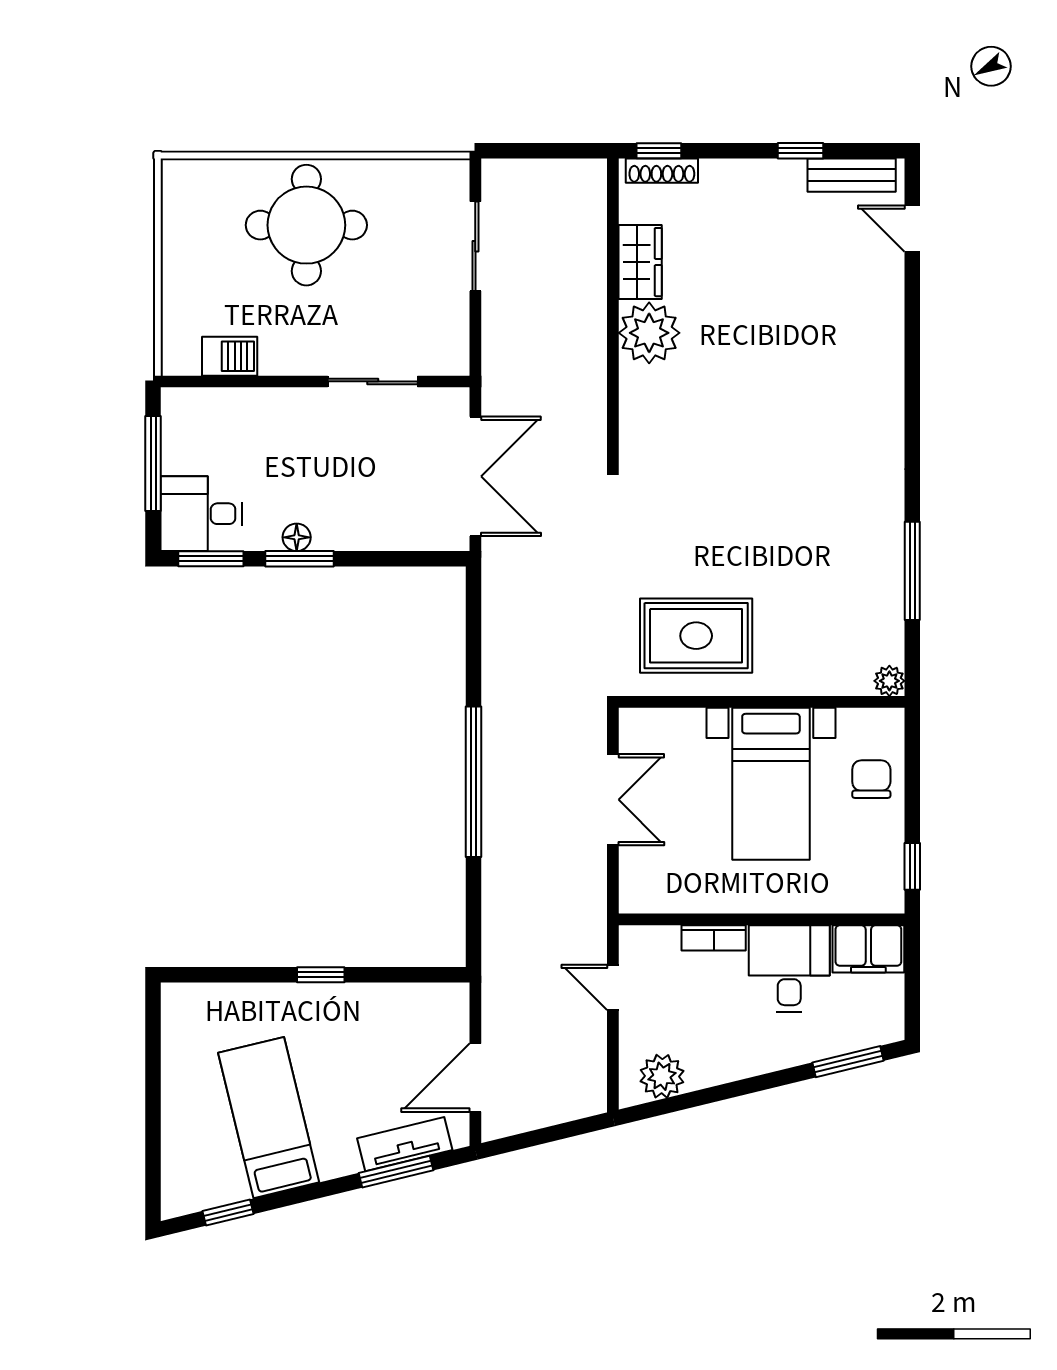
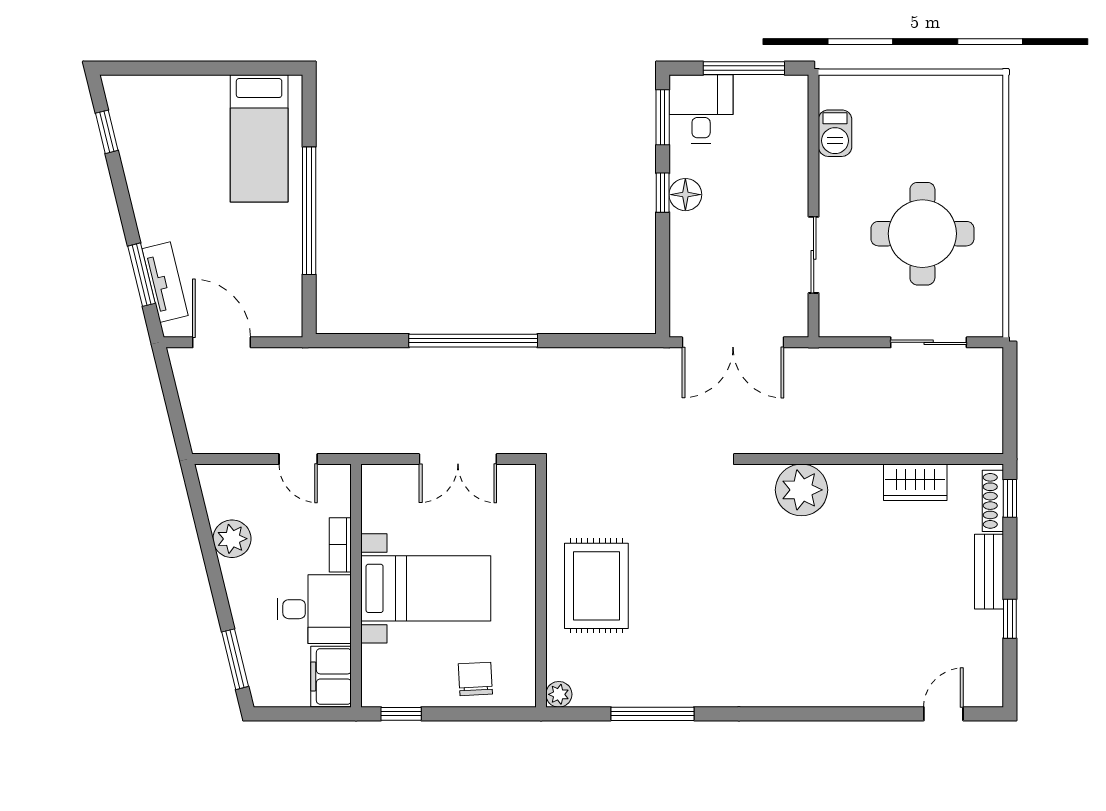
bench: (852, 175) -> (989, 572), moved
round table: (306, 225) -> (922, 234), moved
plant: (649, 333) -> (802, 490), moved
floor lamp: (297, 537) -> (685, 195), width x1.37, depth x1.37
window: (300, 559) -> (663, 193), width x0.67
rug: (696, 636) -> (596, 586), moved
chair: (871, 779) -> (475, 679), turned -93
bed with nightstands: (771, 784) -> (426, 588), moved, turned 180
window: (321, 975) -> (309, 211), width x3.17
door: (613, 987) -> (298, 459), swing flipped
plant: (662, 1076) -> (232, 539), moved
bed: (269, 1118) -> (259, 138), moved, turned 104

